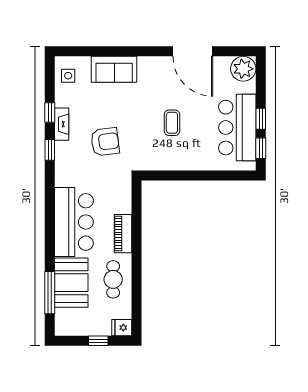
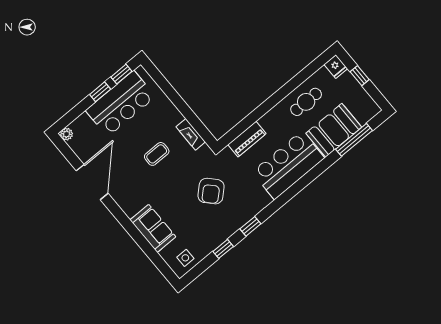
plant: (243, 69) -> (66, 134), width x0.53, depth x0.53
fireplace: (62, 124) -> (191, 134), moved, turned -90
armchair: (105, 142) -> (211, 191), turned -126
piano: (123, 234) -> (247, 139), moved

